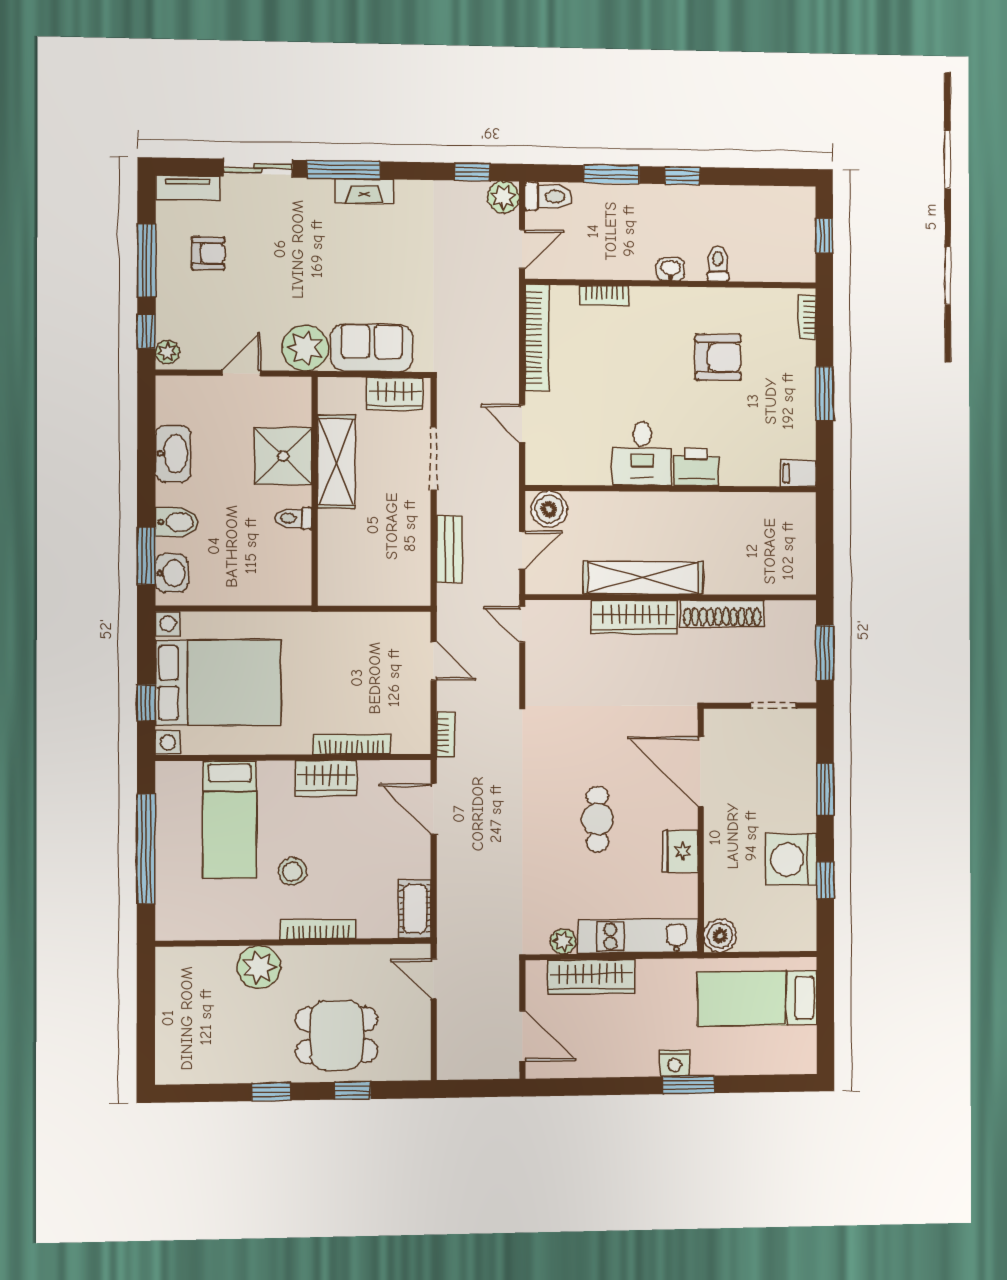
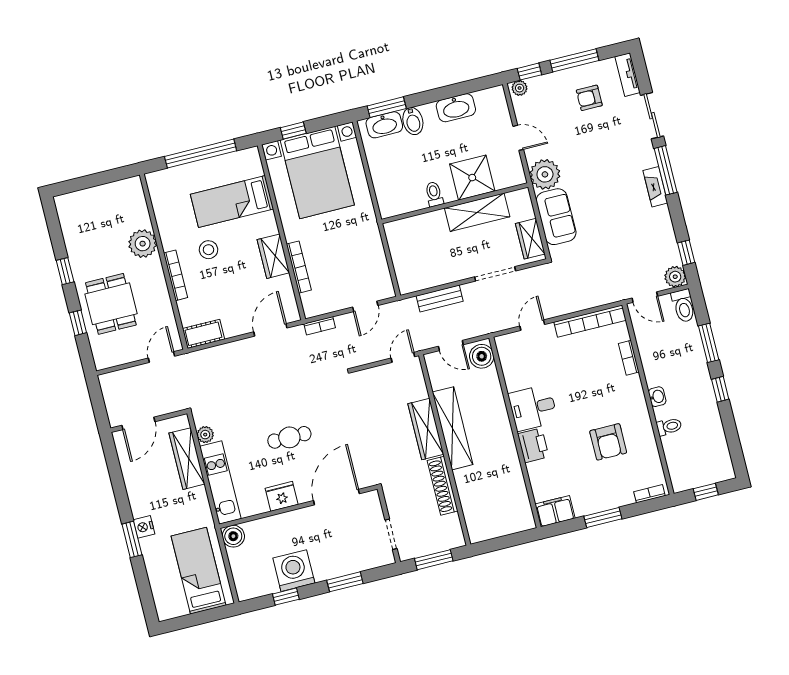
armchair: (208, 253) -> (589, 98), turned 90
filing cabinet: (798, 473) -> (555, 511), width x2.00
washbasin: (172, 573) -> (384, 125), width x1.38

